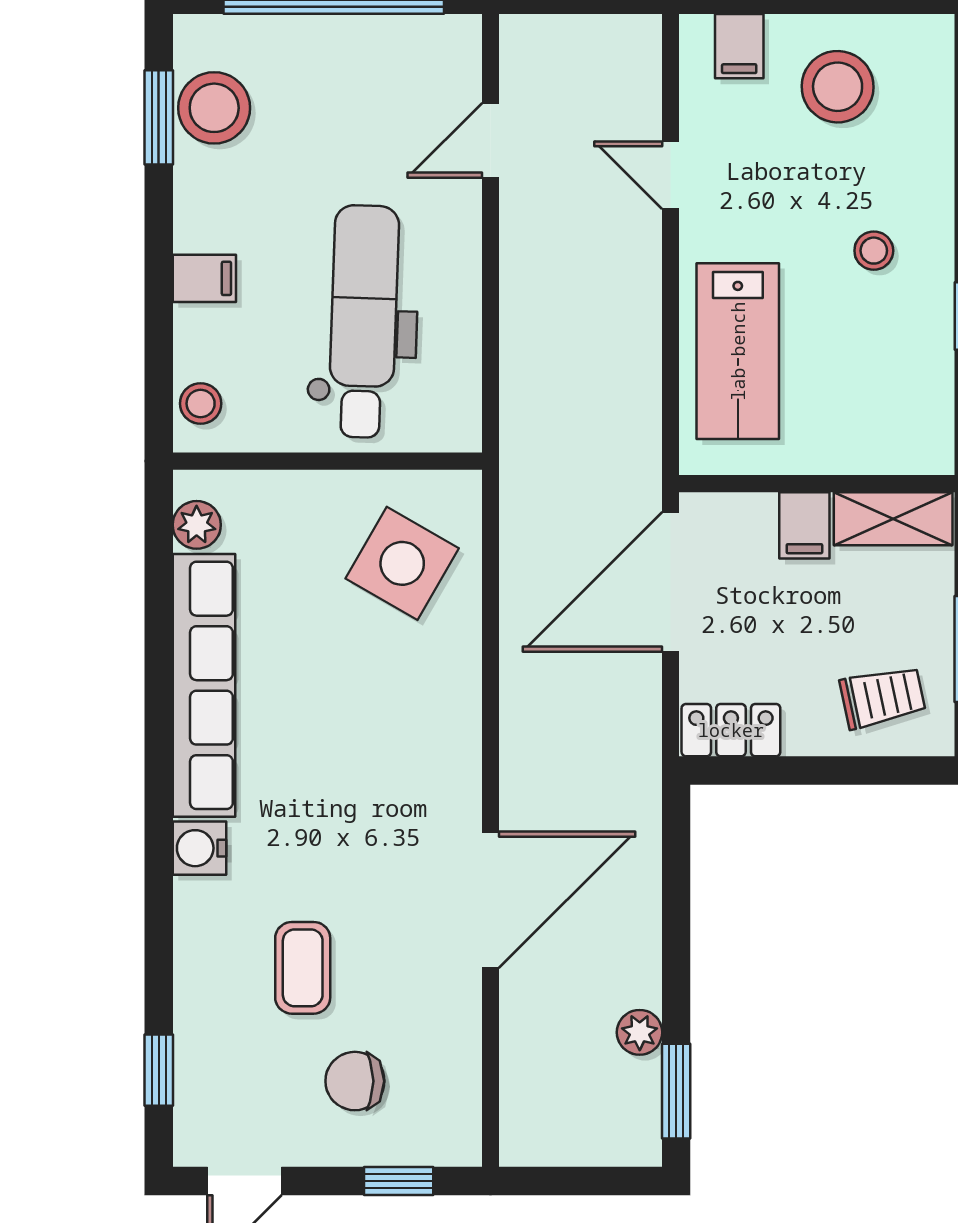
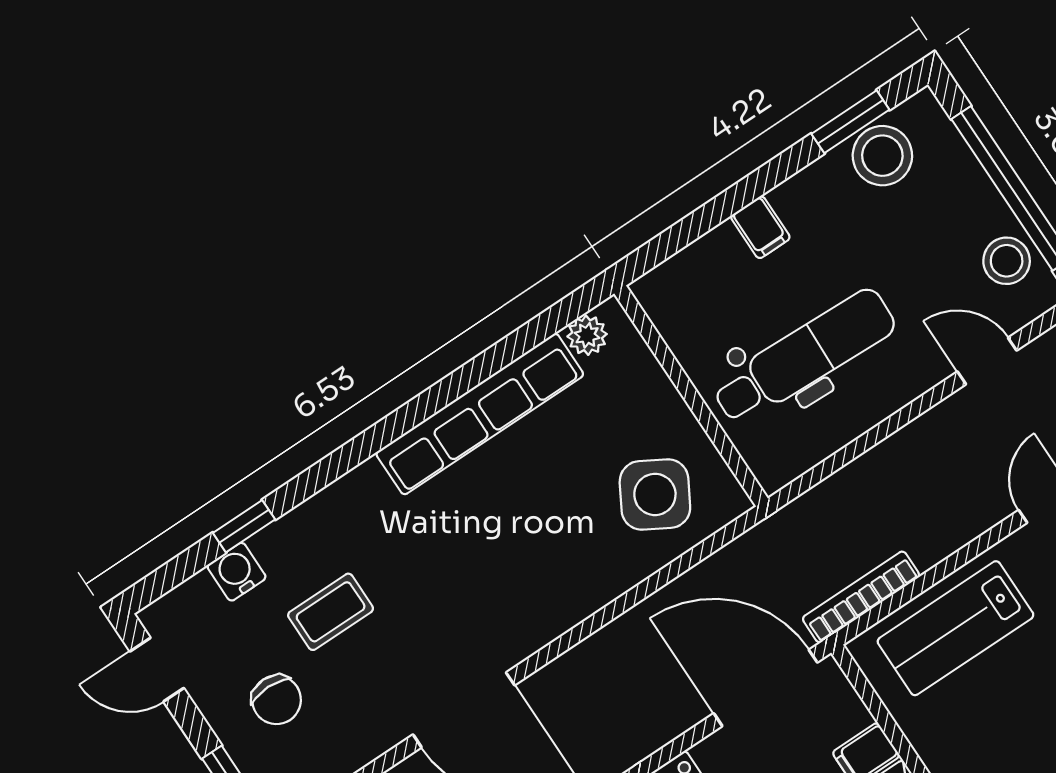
stool: (201, 404) -> (1007, 261), moved, width x1.37, depth x1.37
bookcase: (643, 425) -> (861, 597), added
water cooler: (199, 848) -> (237, 572), moved
window: (159, 1070) -> (244, 526), moved
chair: (355, 1081) -> (277, 700), turned 180

